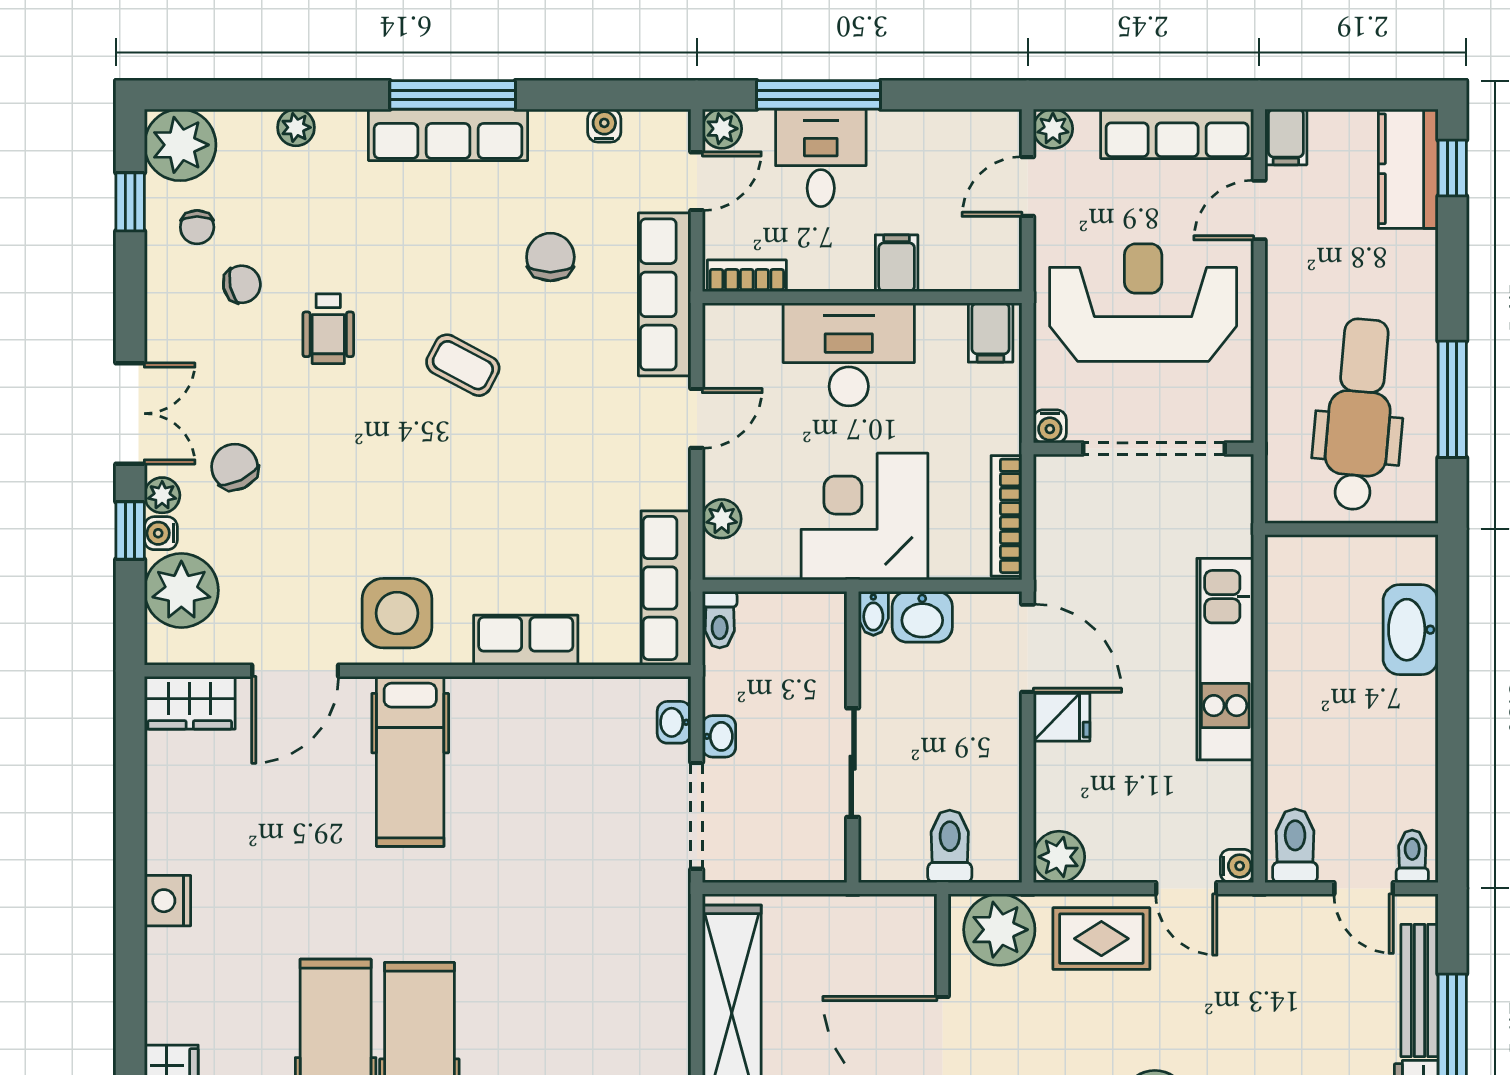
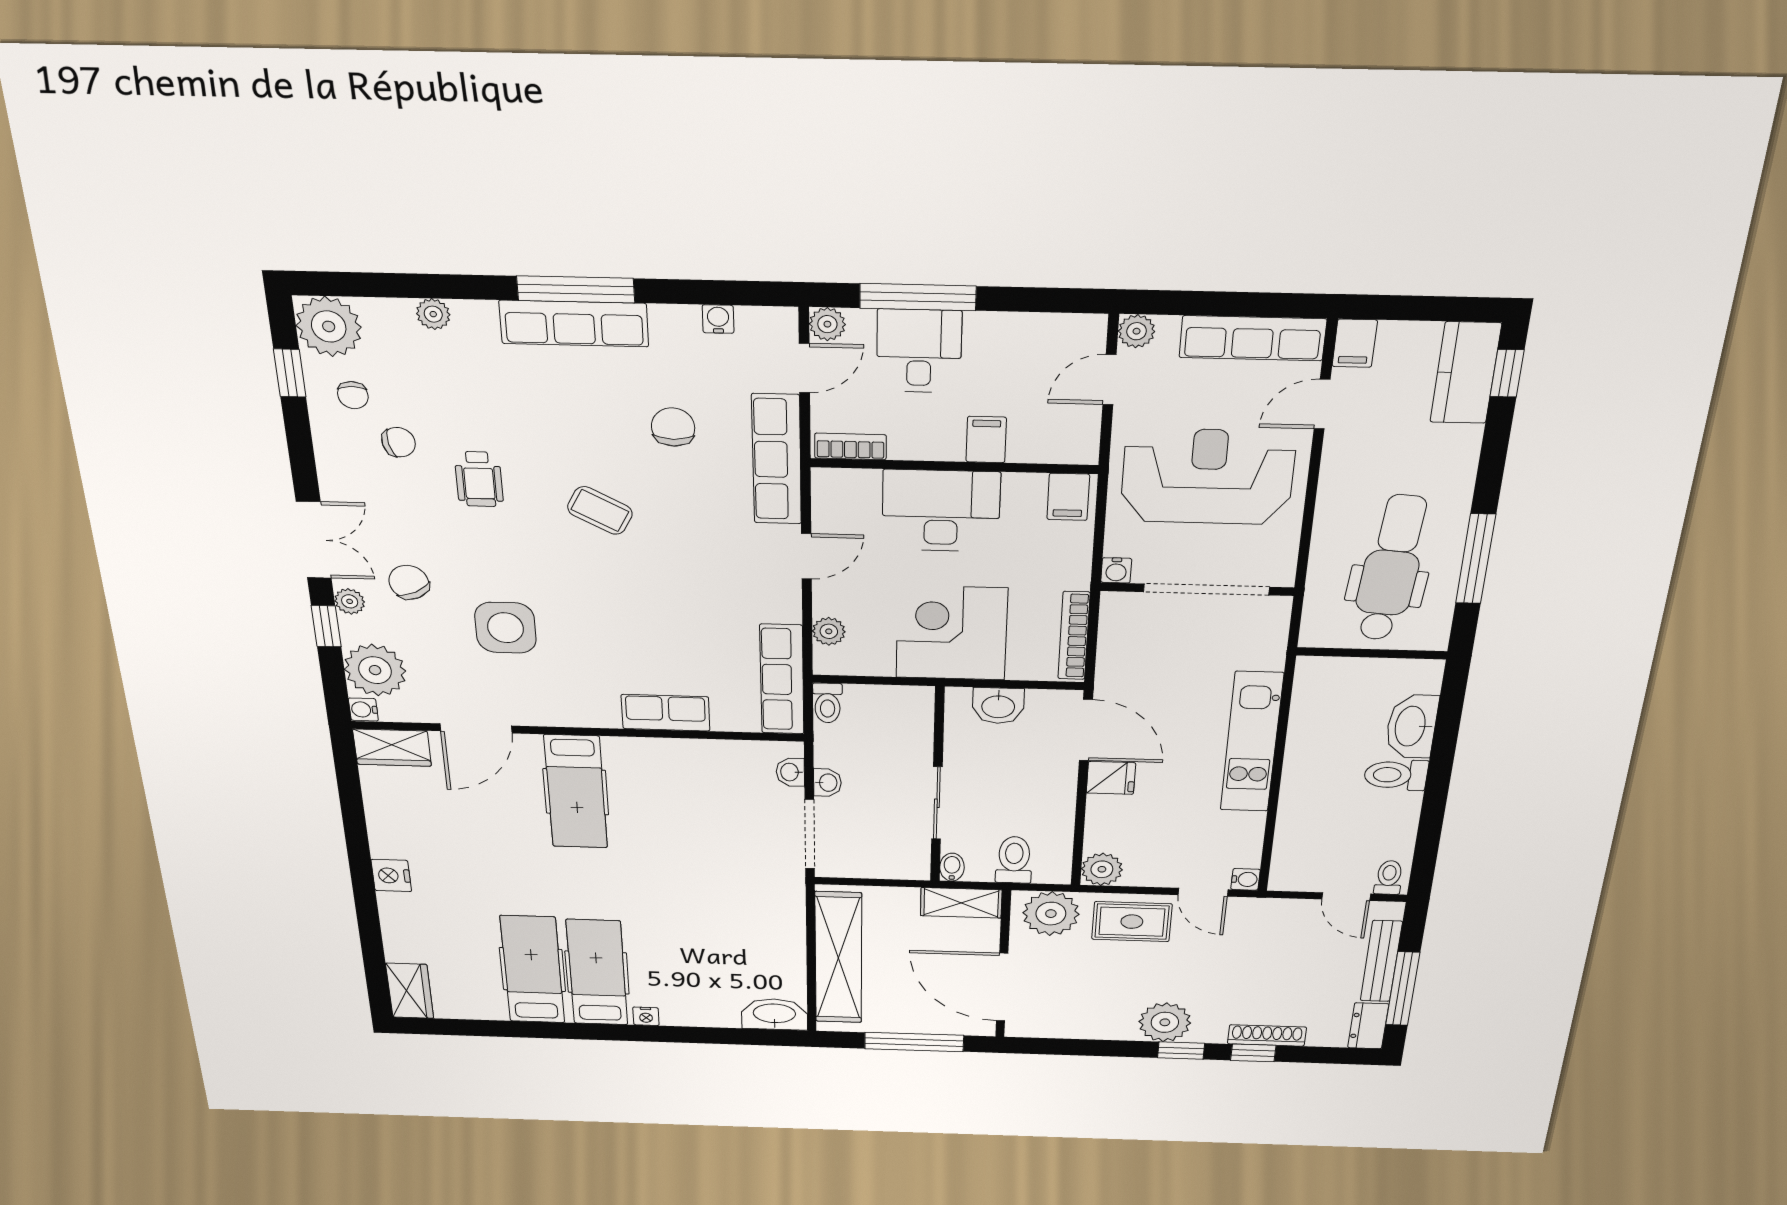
water cooler: (161, 533) -> (363, 709), moved
side table: (397, 613) -> (505, 628), moved
bidet: (873, 613) -> (952, 867), moved, turned 180
toilet: (1295, 846) -> (1396, 775), moved, turned -90
shelving: (886, 917) -> (961, 903), added

